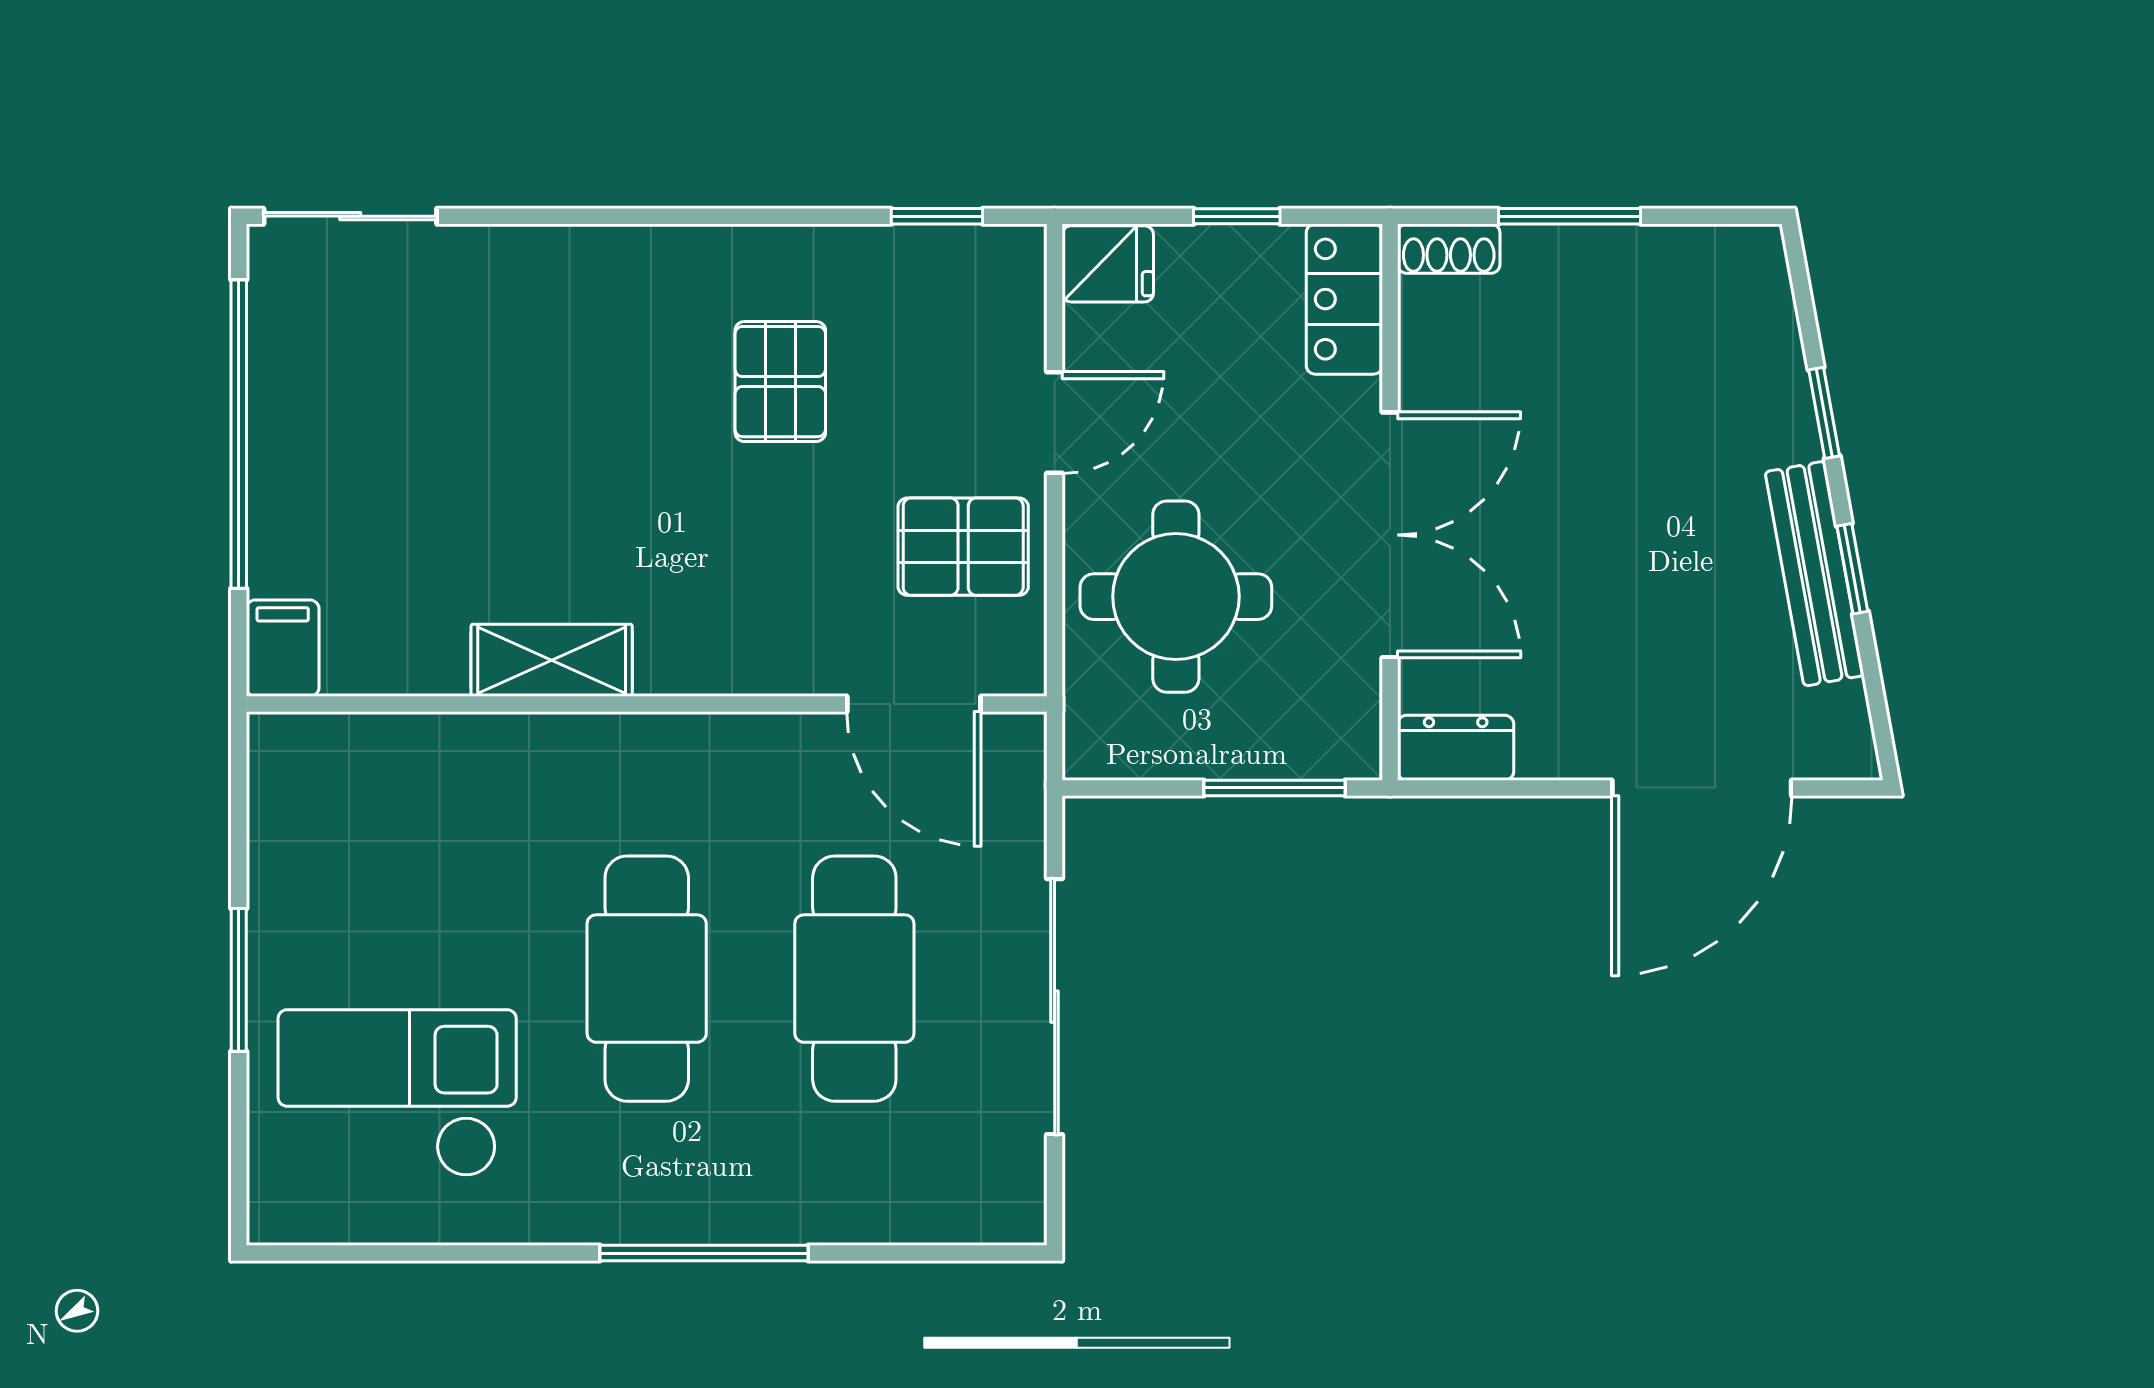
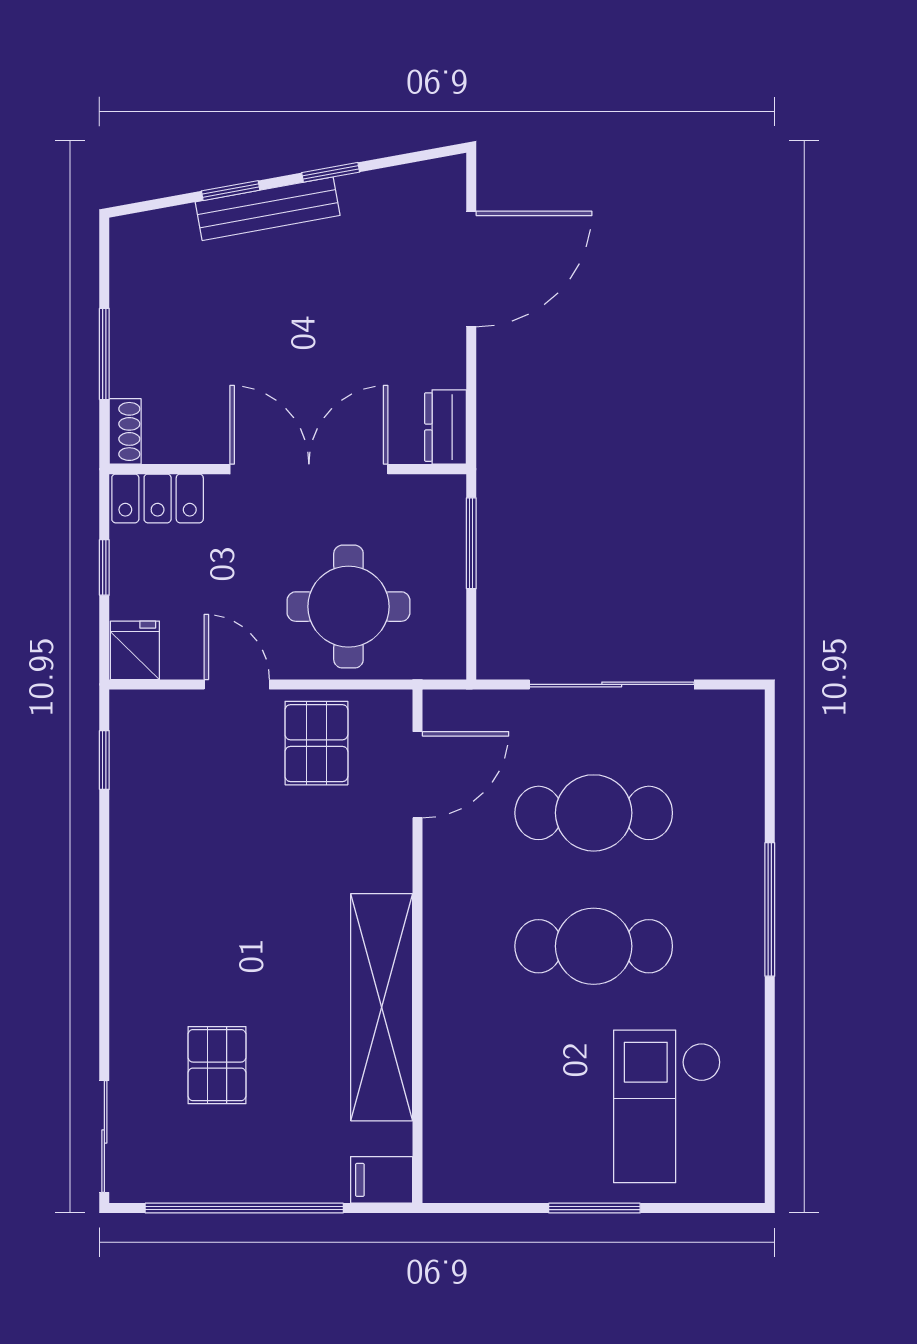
pallet: (780, 382) -> (217, 1065), moved, turned 90
bench: (1815, 574) -> (268, 209), moved
shelving: (552, 660) -> (382, 1007), width x2.20, depth x1.33
door: (1702, 788) -> (471, 269), hinge flipped

